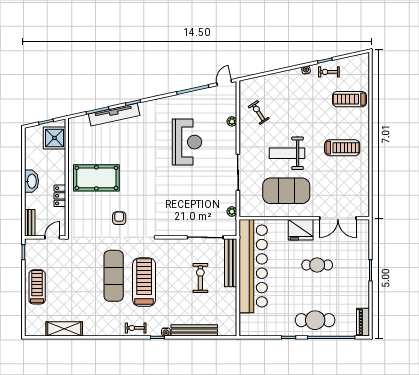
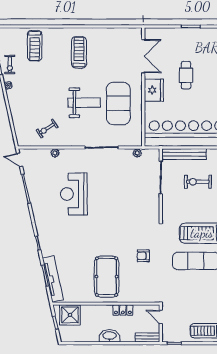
tv unit: (114, 115) -> (53, 279), moved
reception desk: (187, 142) -> (74, 194), turned -90
weight bench: (287, 153) -> (84, 103), turned -90

